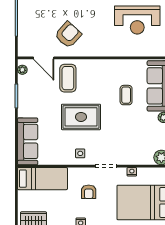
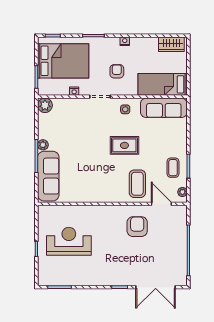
armchair: (68, 35) -> (137, 227), turned 138
coffee table: (126, 95) -> (173, 168), moved
rug: (81, 117) -> (124, 145), width x0.73, depth x0.70
sofa: (28, 141) -> (164, 108), moved, turned -90

